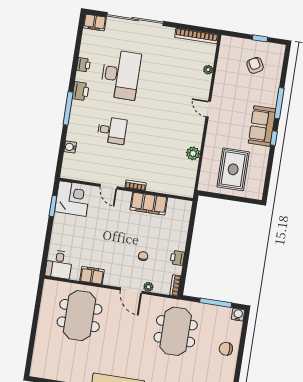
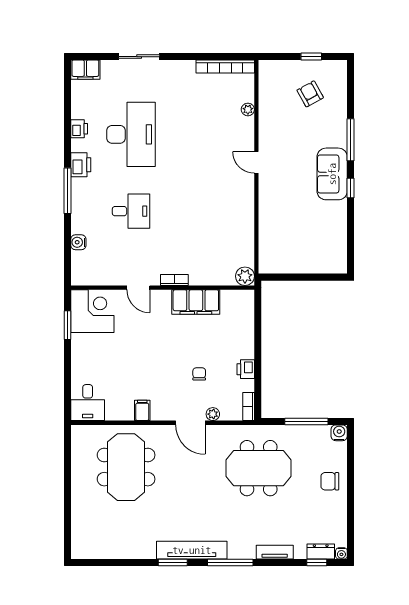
sliding door: (135, 19) -> (139, 57), width x0.54
plant: (193, 153) -> (245, 276), moved
rug: (233, 169) -> (302, 238), removed
filing cabinet: (92, 275) -> (142, 410), width x0.50
meeting table: (176, 331) -> (259, 468), turned 90

